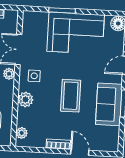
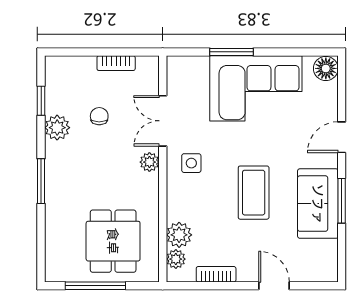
plant: (25, 99) -> (179, 235), moved
bookcase: (58, 144) -> (216, 274), moved

